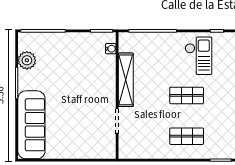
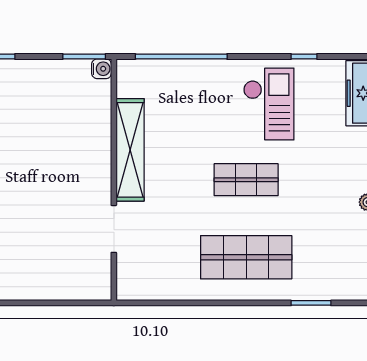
water cooler: (111, 49) -> (102, 69), moved
shop shelf: (187, 136) -> (246, 257), width x1.43, depth x1.36

